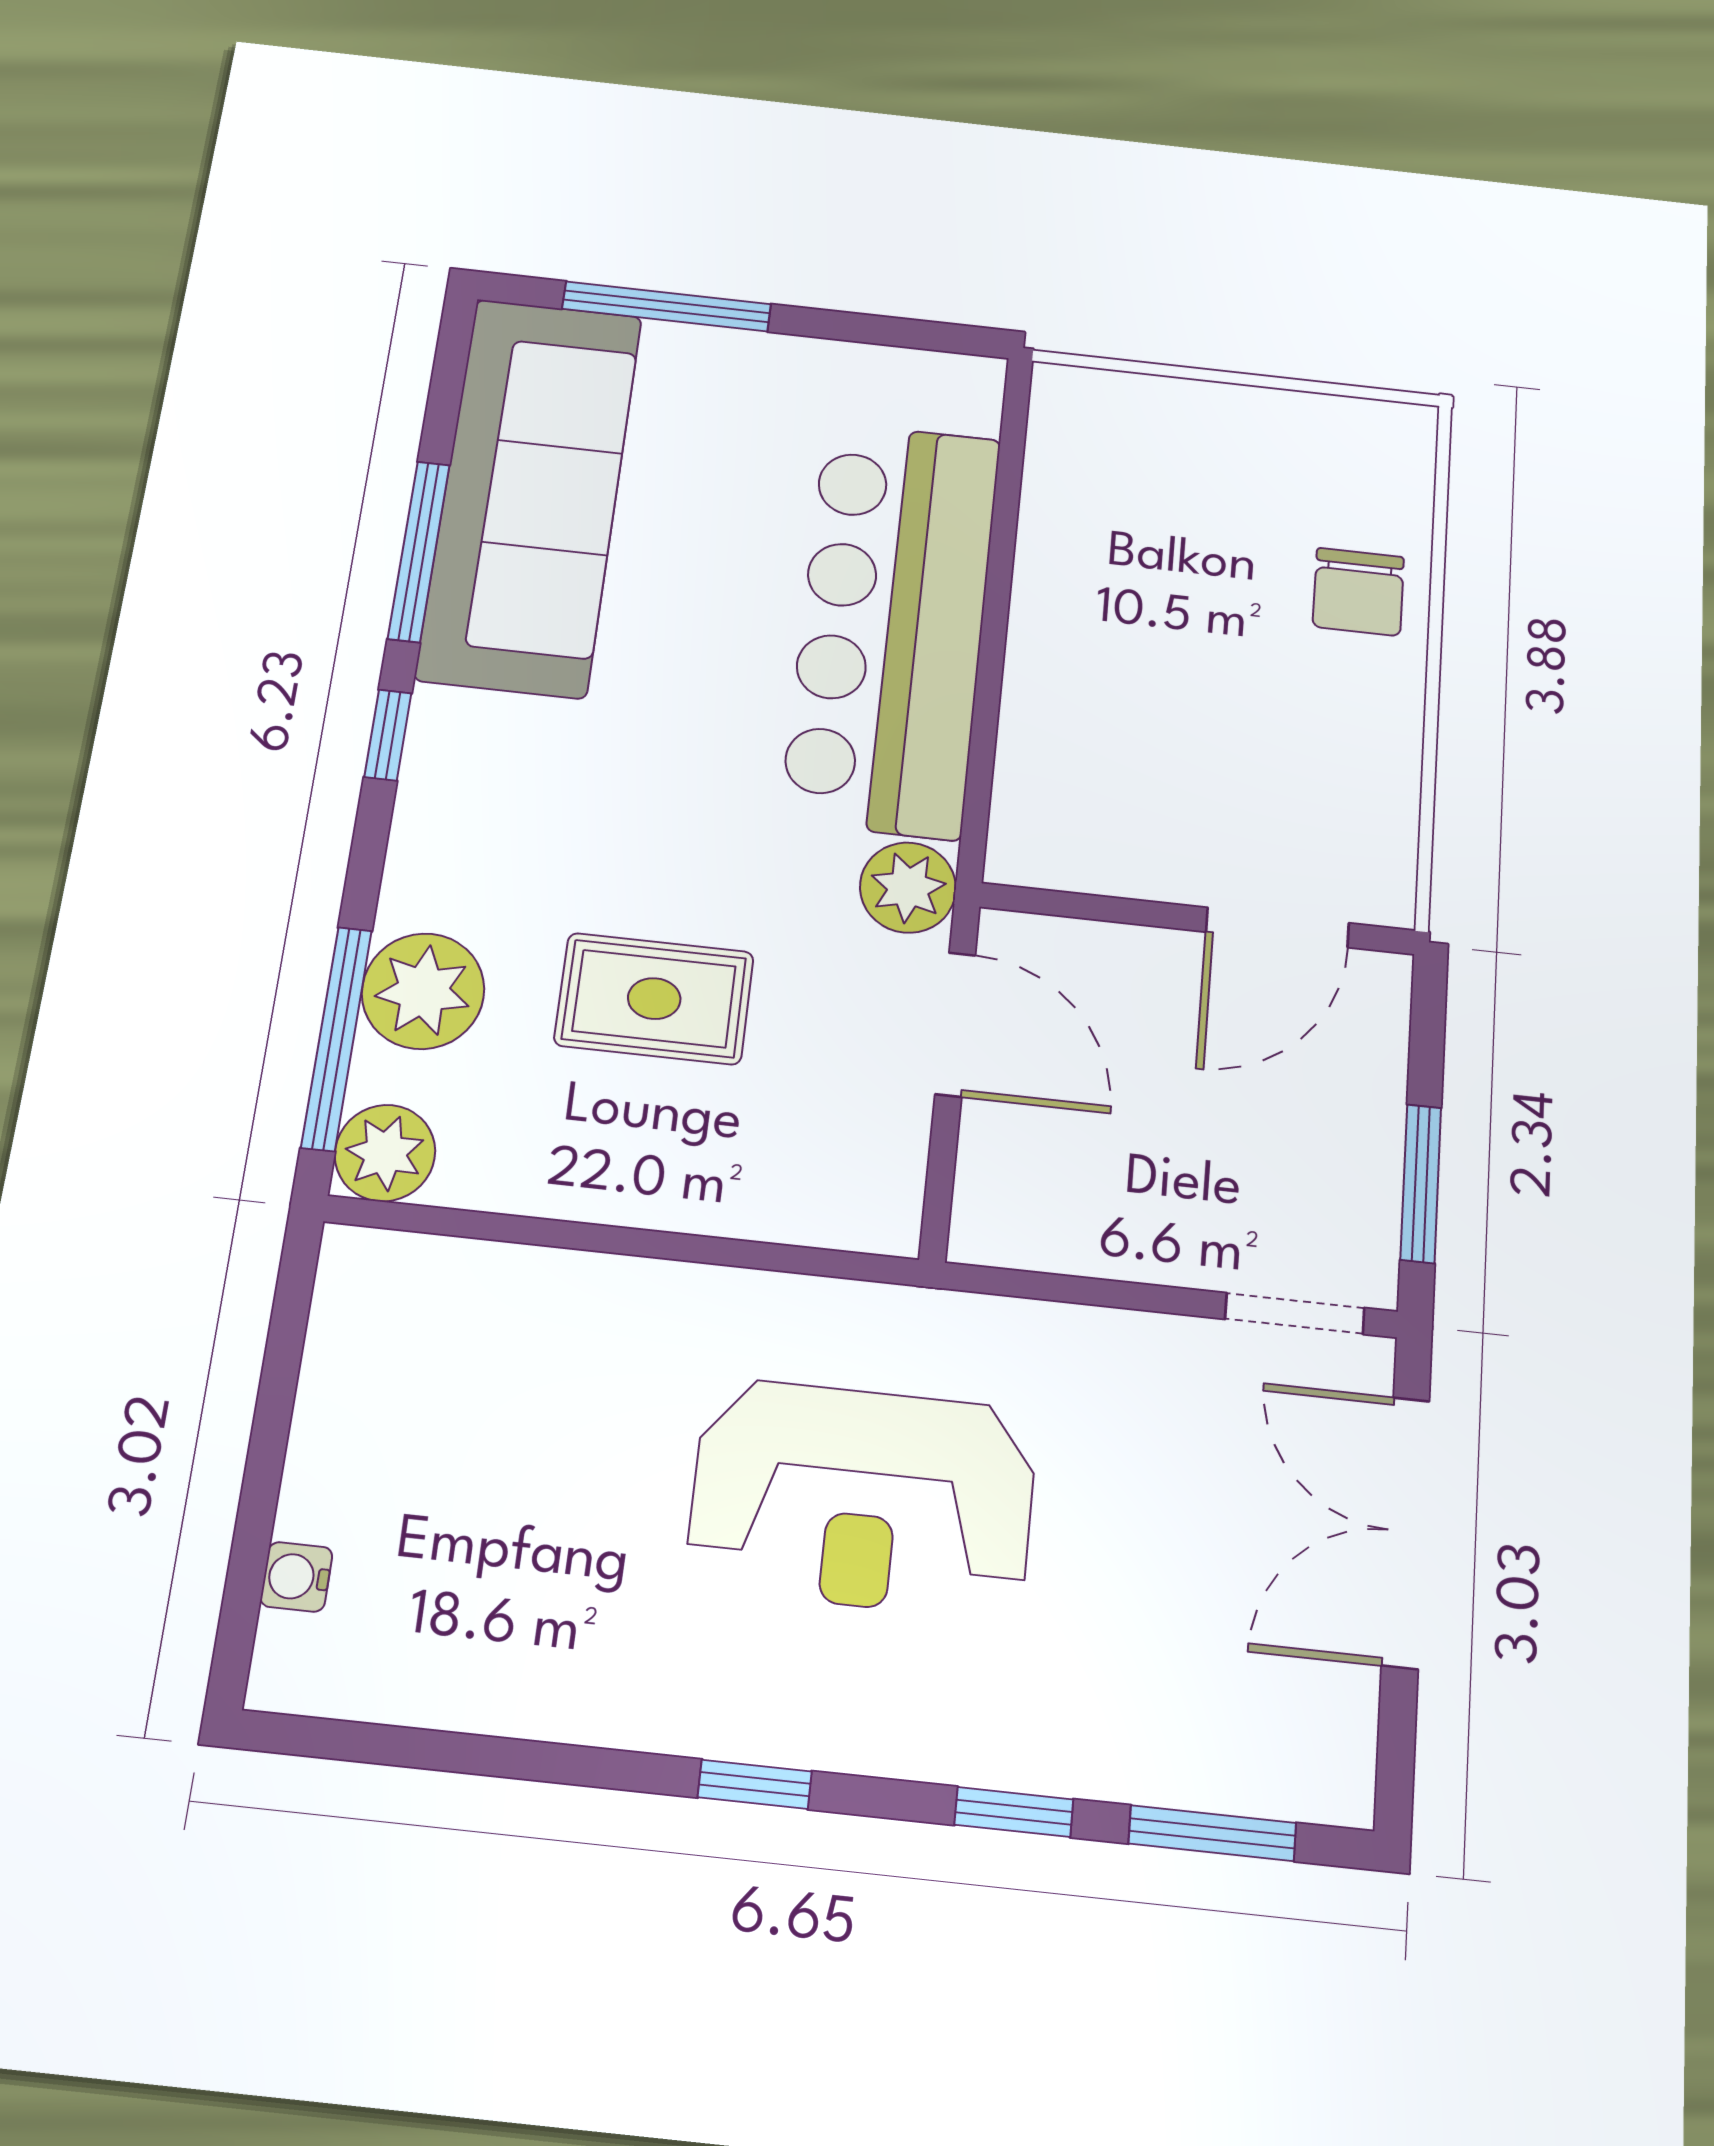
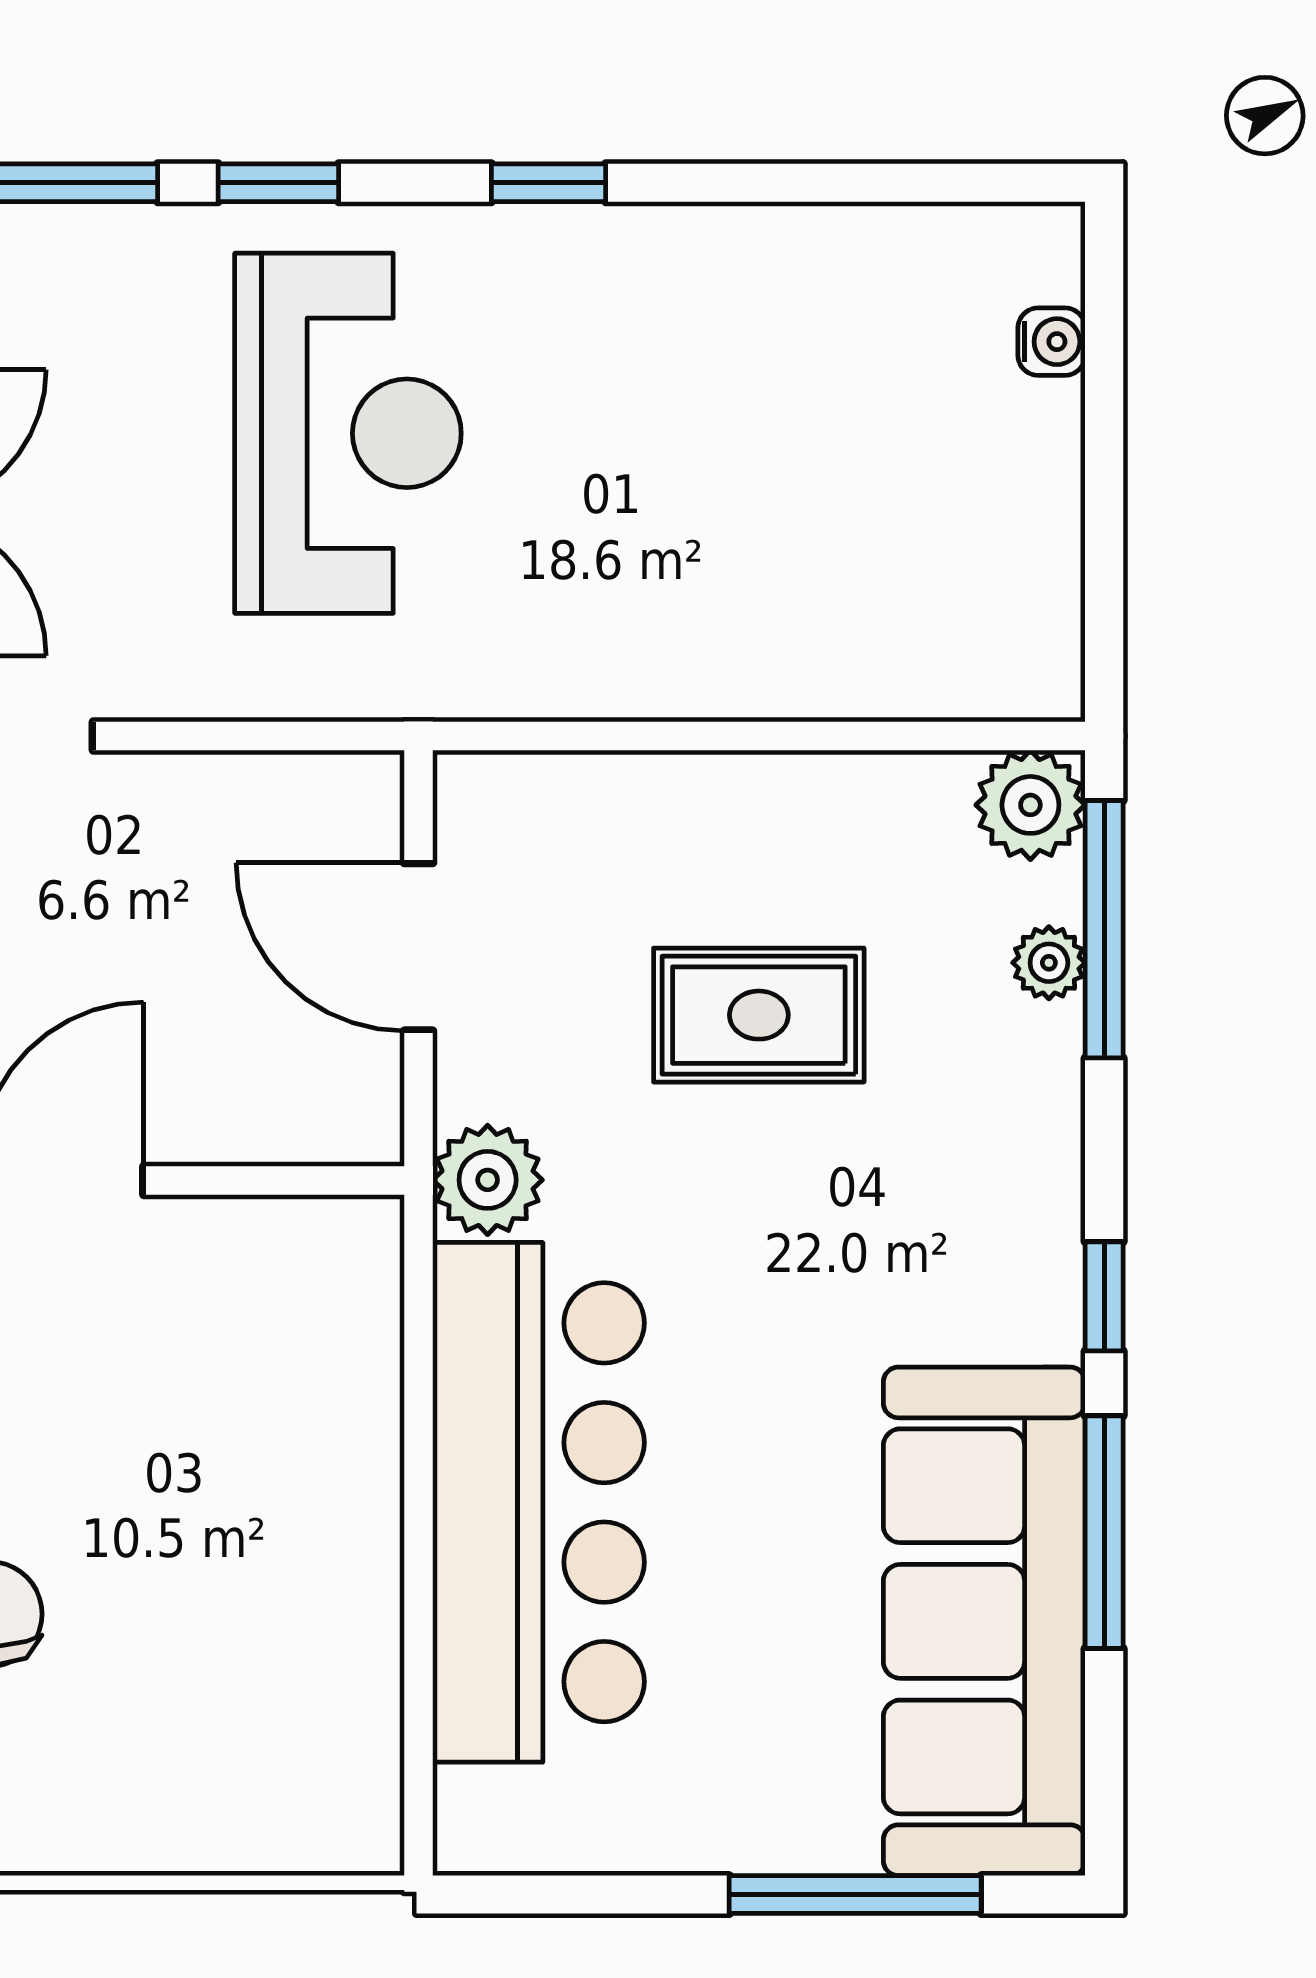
plant: (423, 991) -> (1049, 963), width x0.53, depth x0.53
door: (955, 1024) -> (418, 947), moved
reception desk: (863, 1498) -> (348, 433), moved, turned 90

